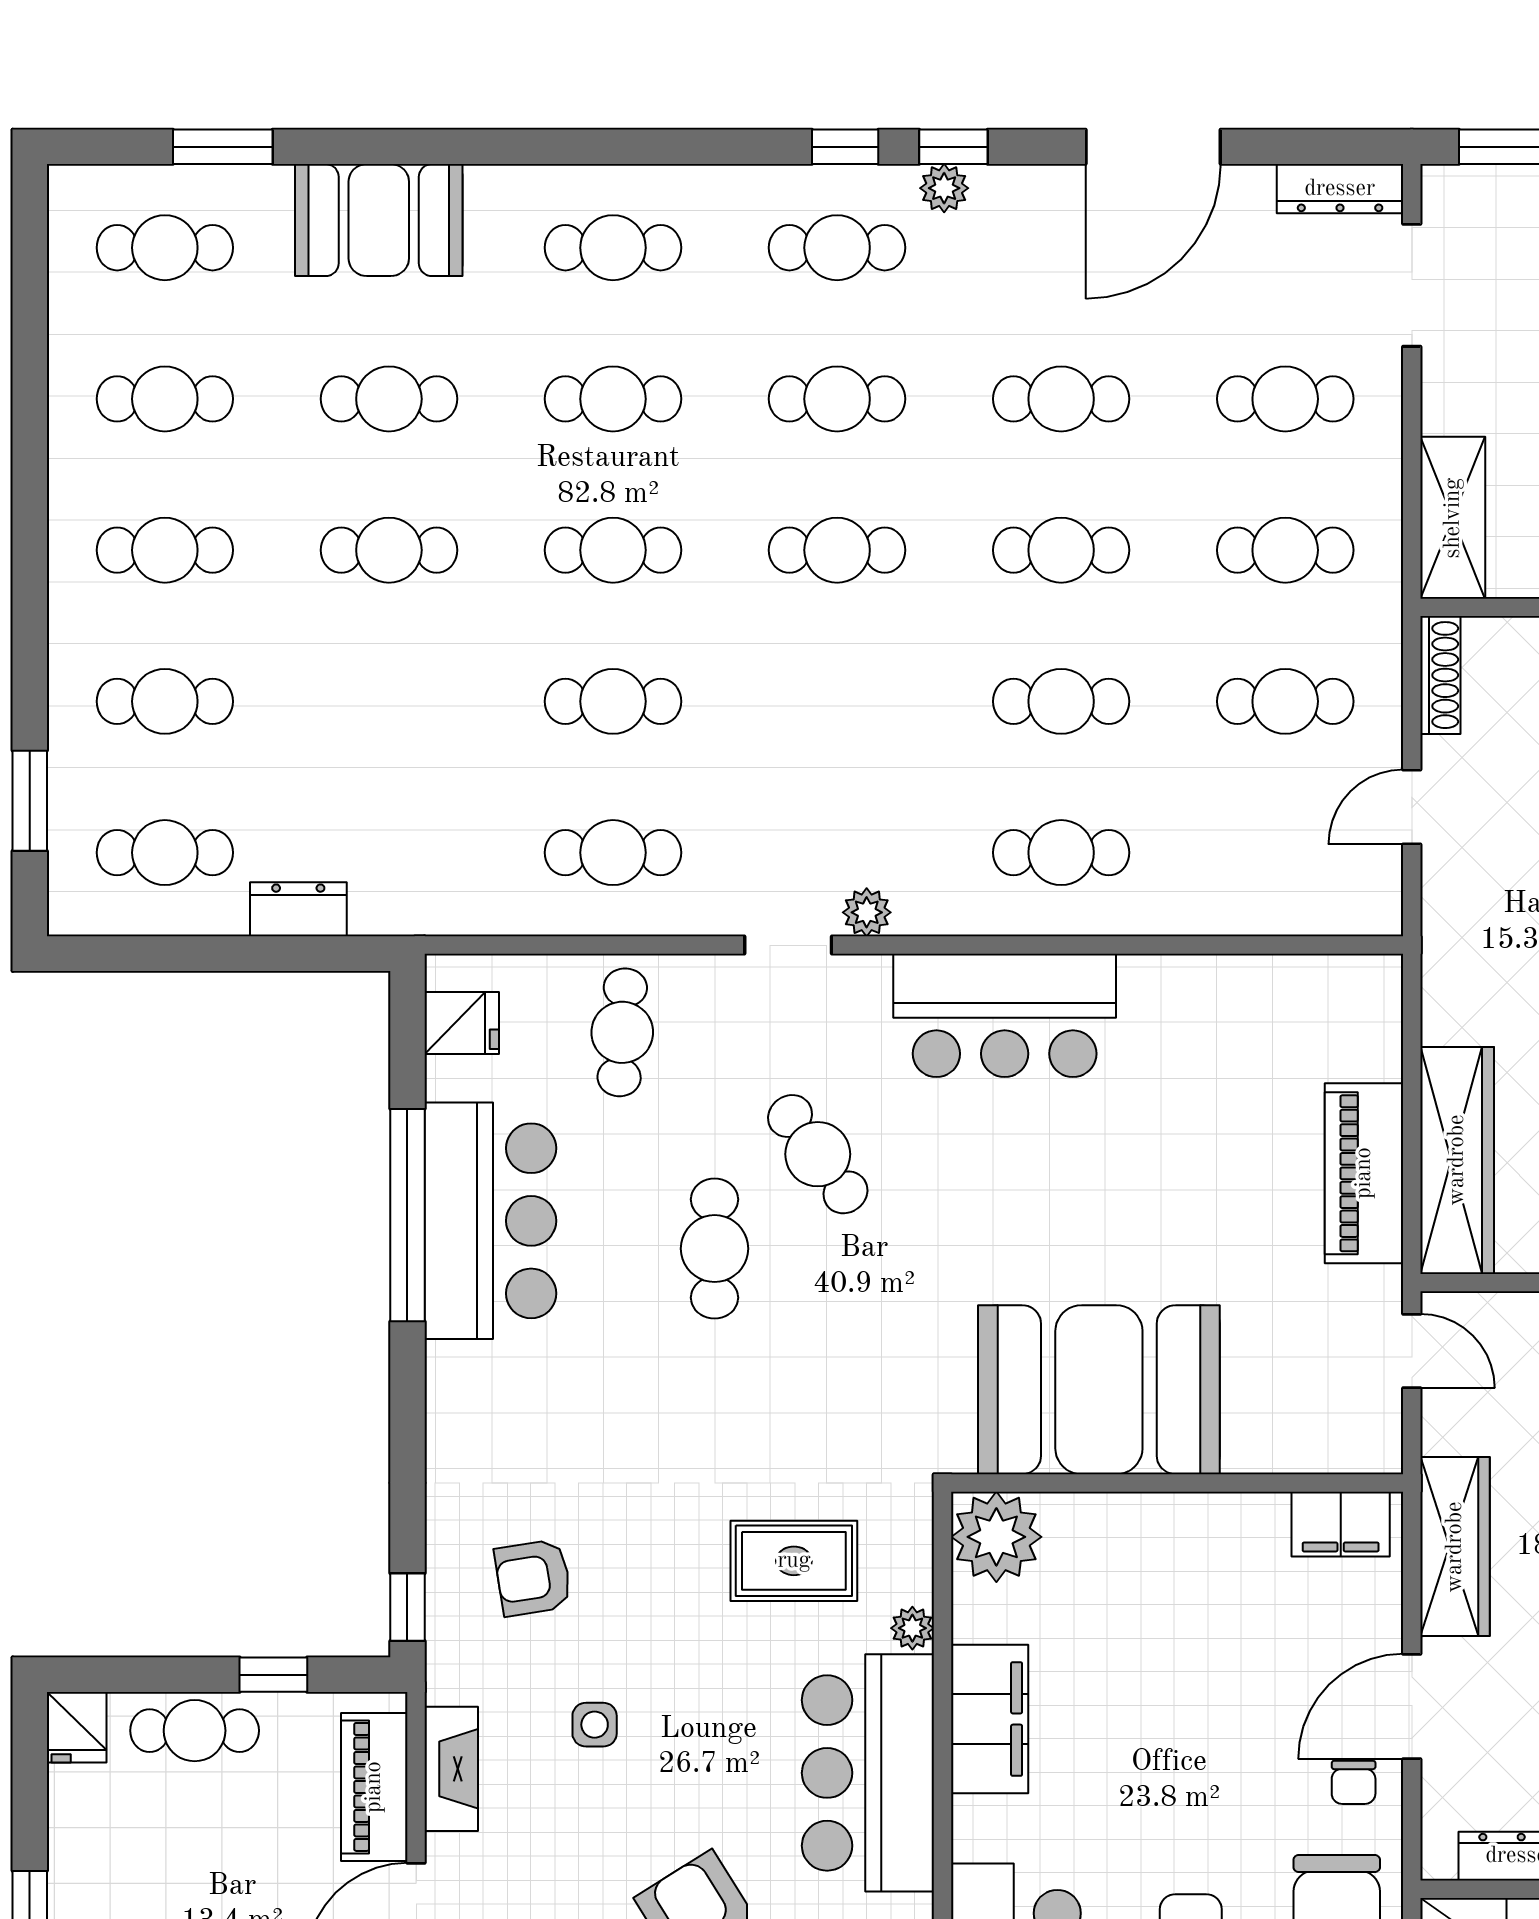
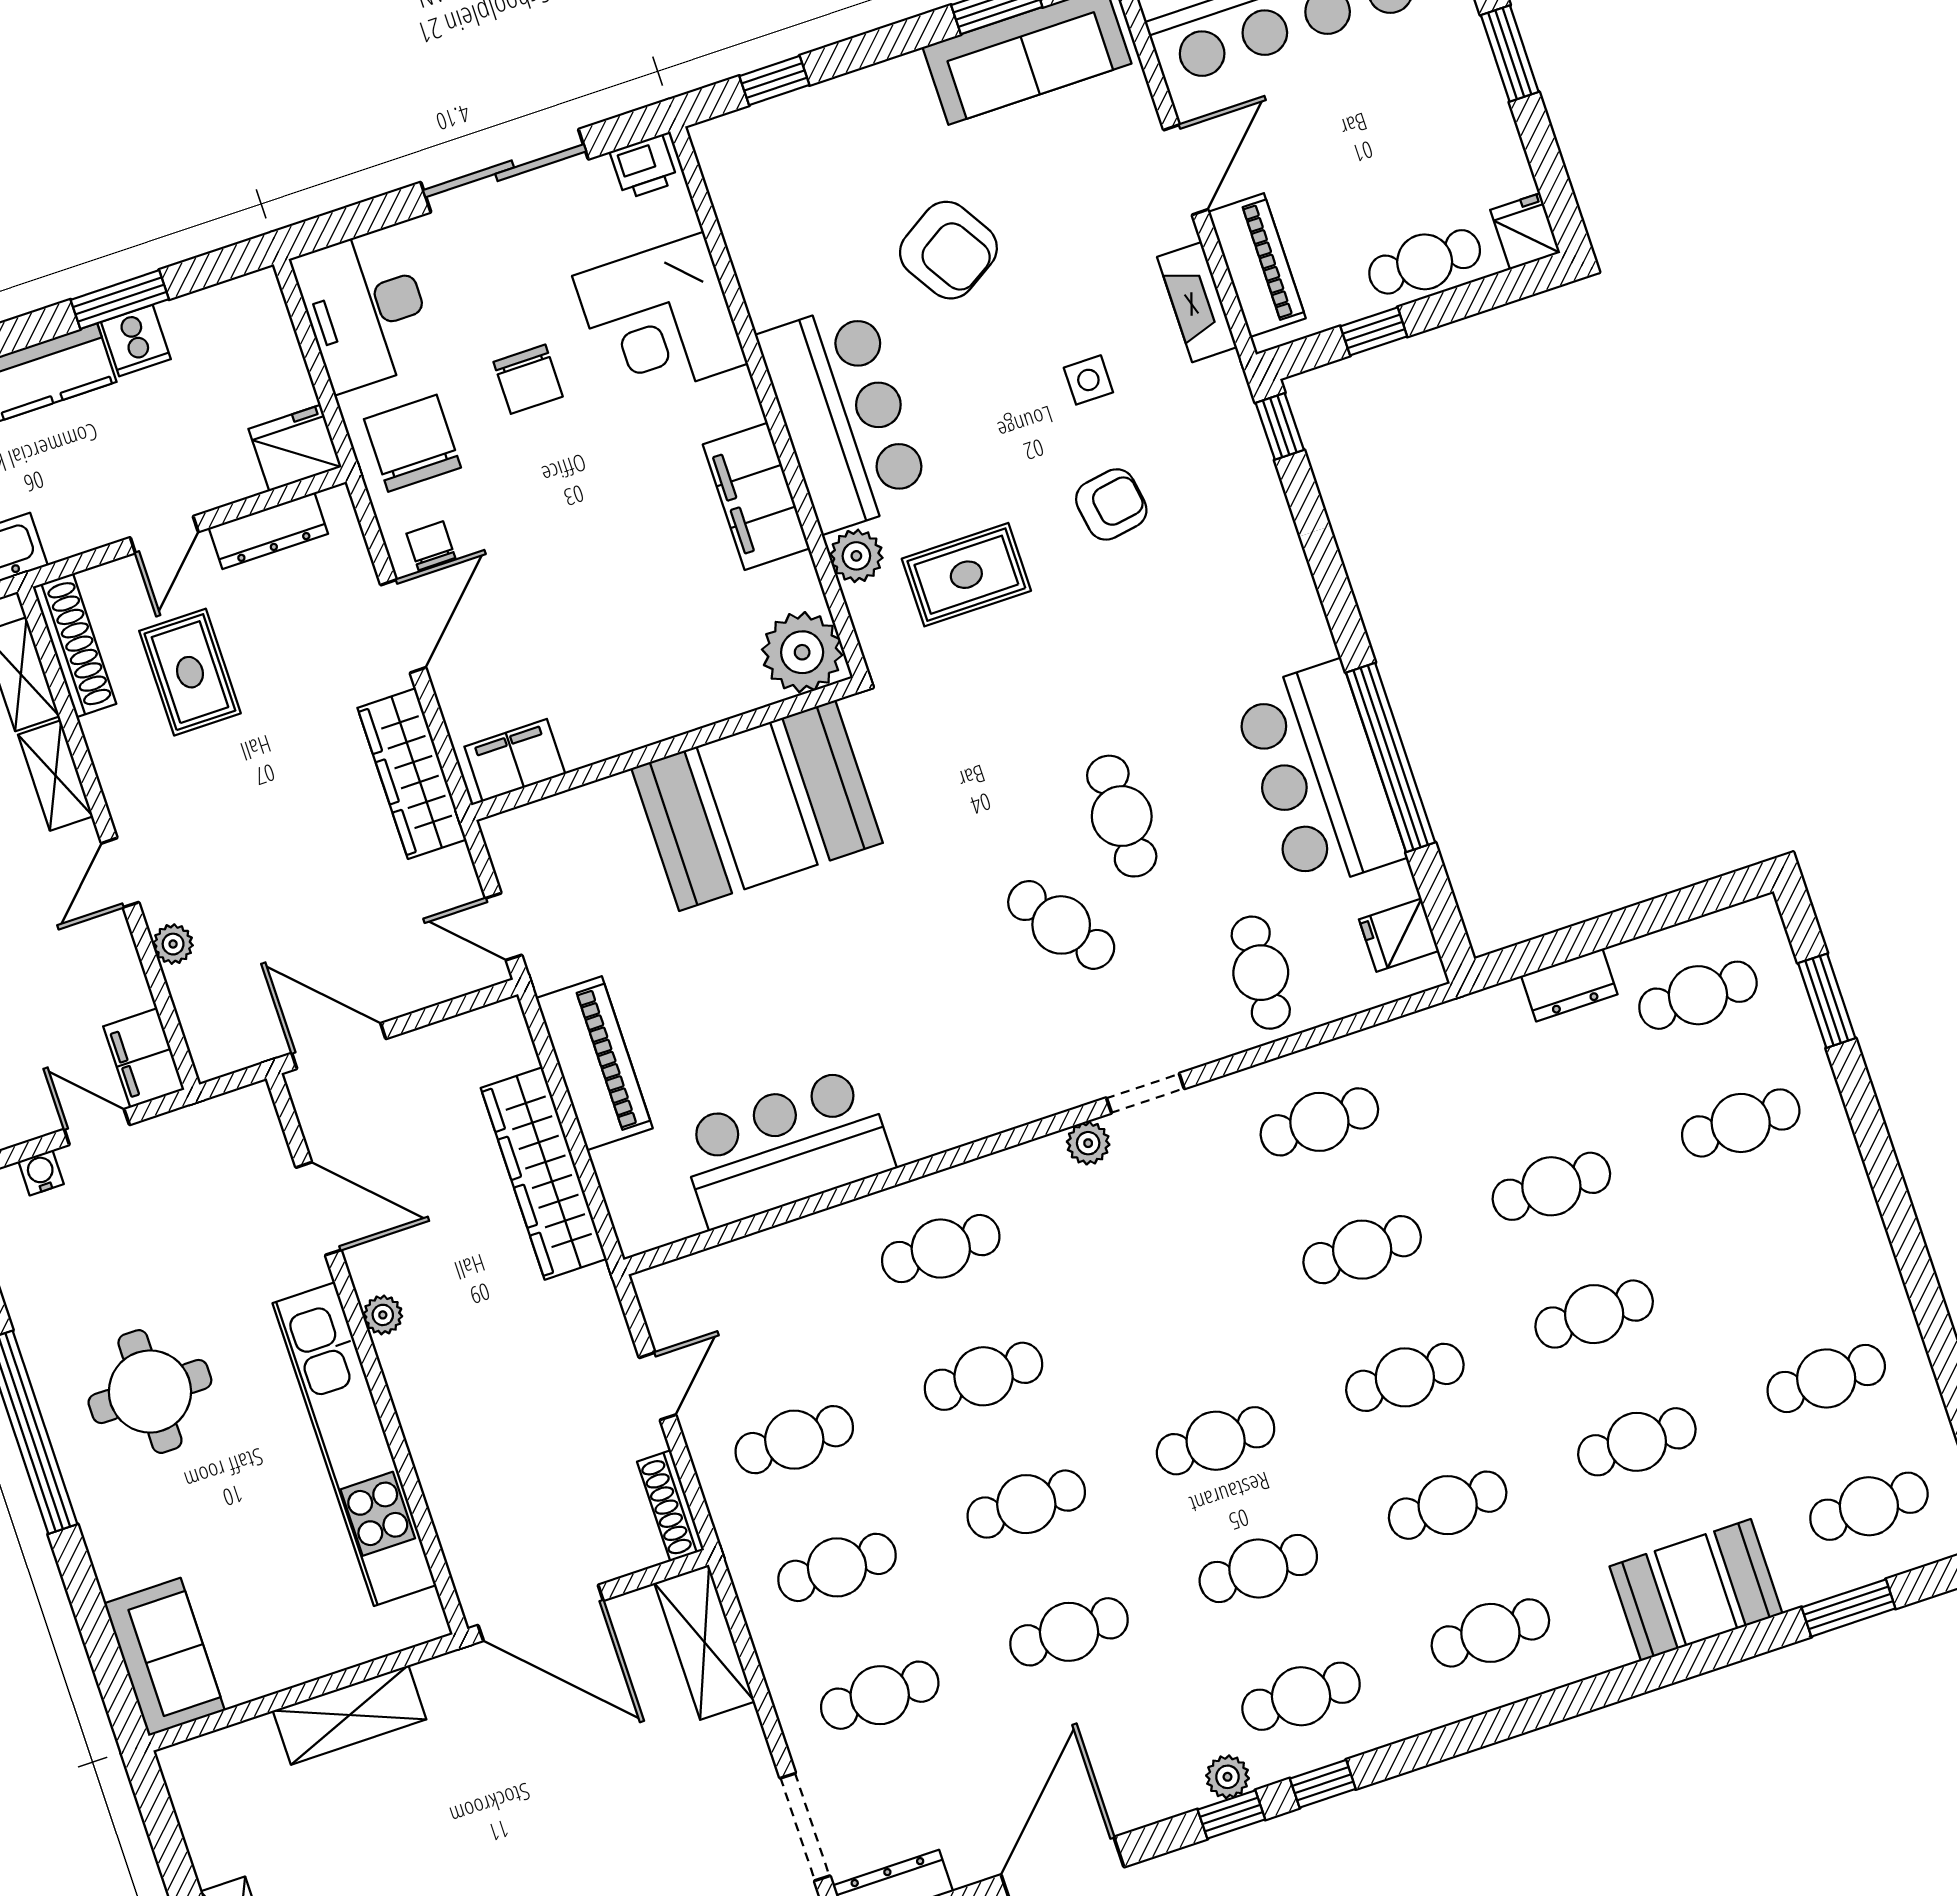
cafe table: (165, 550) -> (1551, 1186), moved
bar counter: (1005, 1015) -> (786, 1148), moved
wardrobe: (1457, 1160) -> (544, 1173), moved
armchair: (533, 1578) -> (1111, 504), moved
plant: (912, 1628) -> (856, 556), width x1.38, depth x1.38

